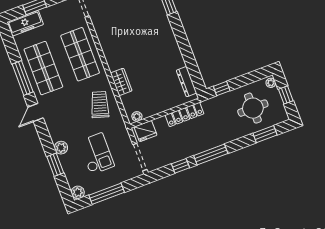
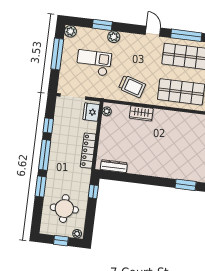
window: (265, 134) -> (41, 187), moved
checkout: (96, 154) -> (94, 63), turned 180

